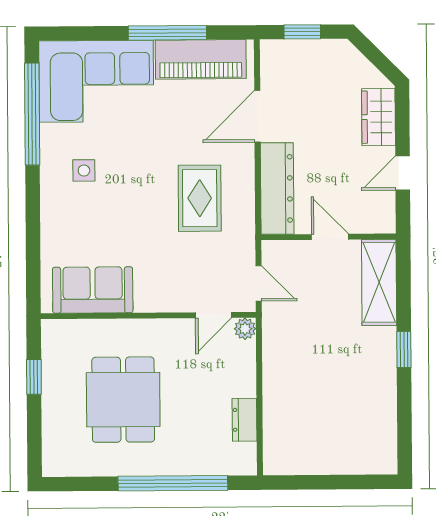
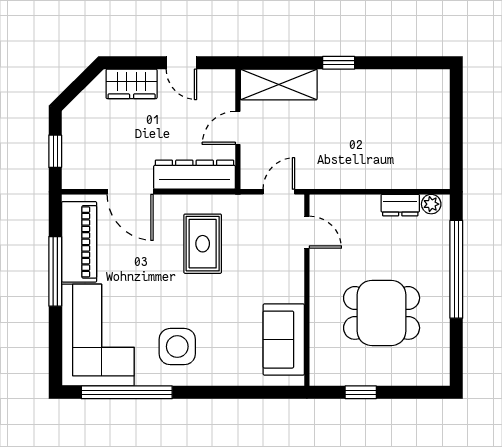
side table: (84, 170) -> (177, 347), width x1.87, depth x1.87
rug: (200, 198) -> (203, 244), turned 90
plant: (245, 329) -> (431, 204), moved

